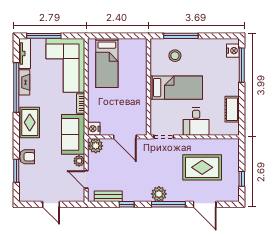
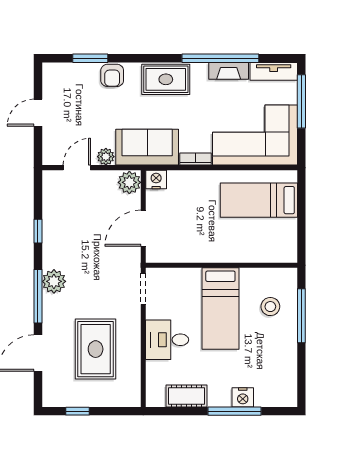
nightstand: (233, 51) -> (243, 397), moved
window: (242, 65) -> (234, 411), moved
bench: (108, 196) -> (50, 202), removed

